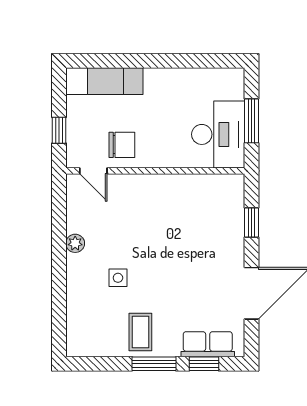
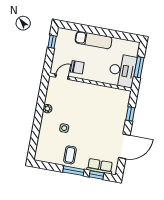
exam couch: (104, 81) -> (93, 40), moved
window: (59, 130) -> (52, 42), moved
door: (93, 171) -> (62, 77), swing flipped

